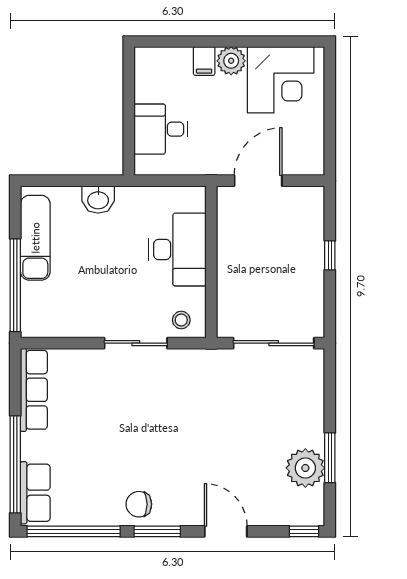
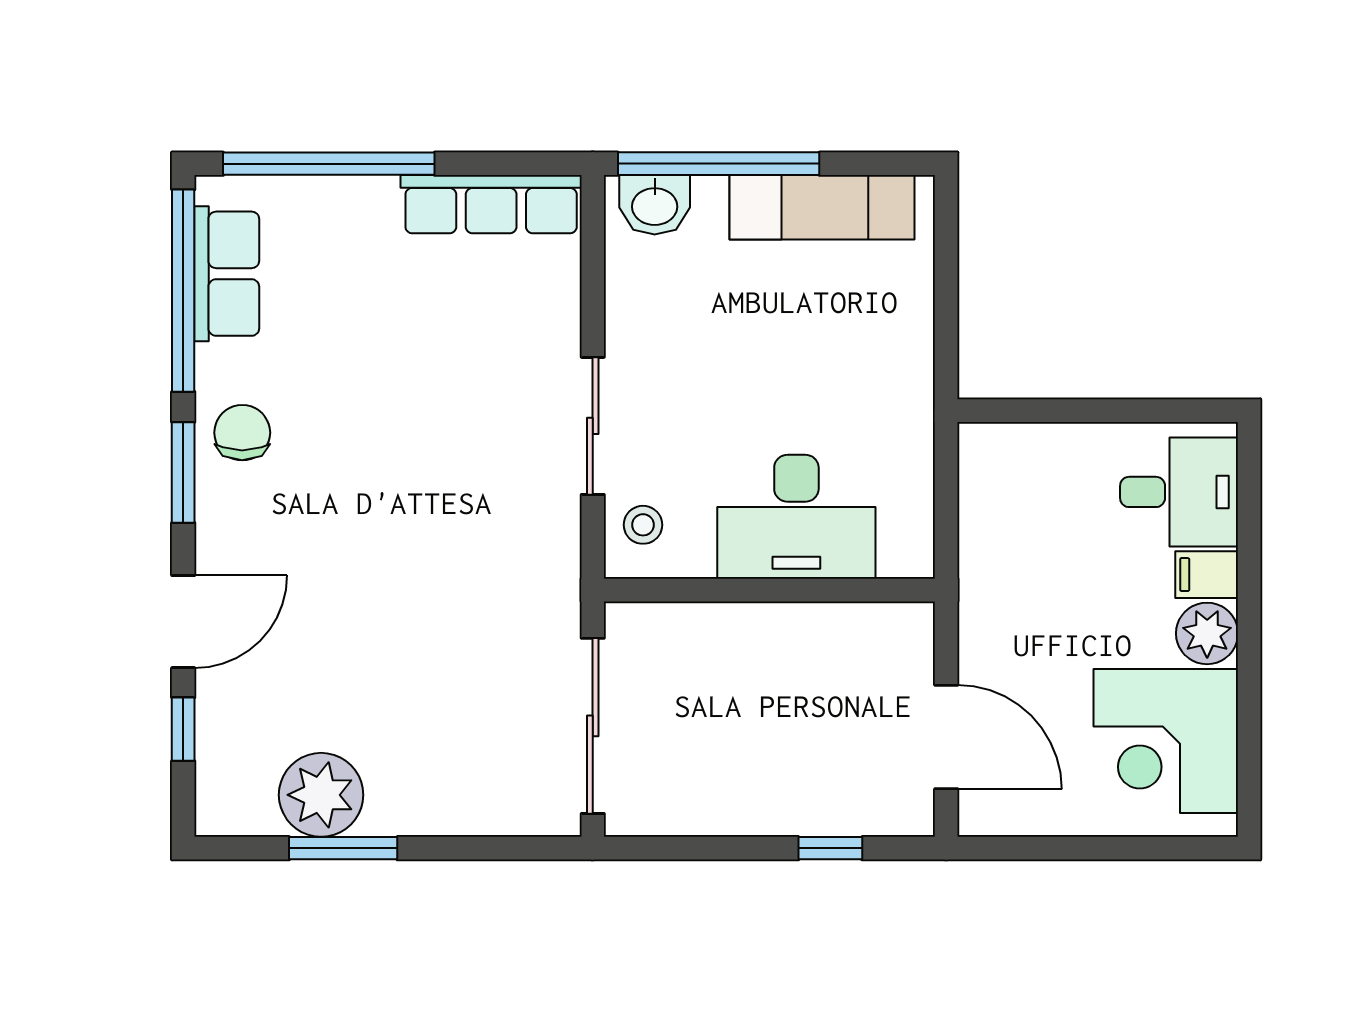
desk: (161, 129) -> (1179, 492), moved, turned 90
door: (258, 181) -> (946, 737), moved
washbasin: (98, 200) -> (655, 205), moved, turned -90
window: (330, 255) -> (830, 848), moved
row of seats: (35, 493) -> (227, 274), moved, turned -90
window: (304, 531) -> (183, 729), moved

